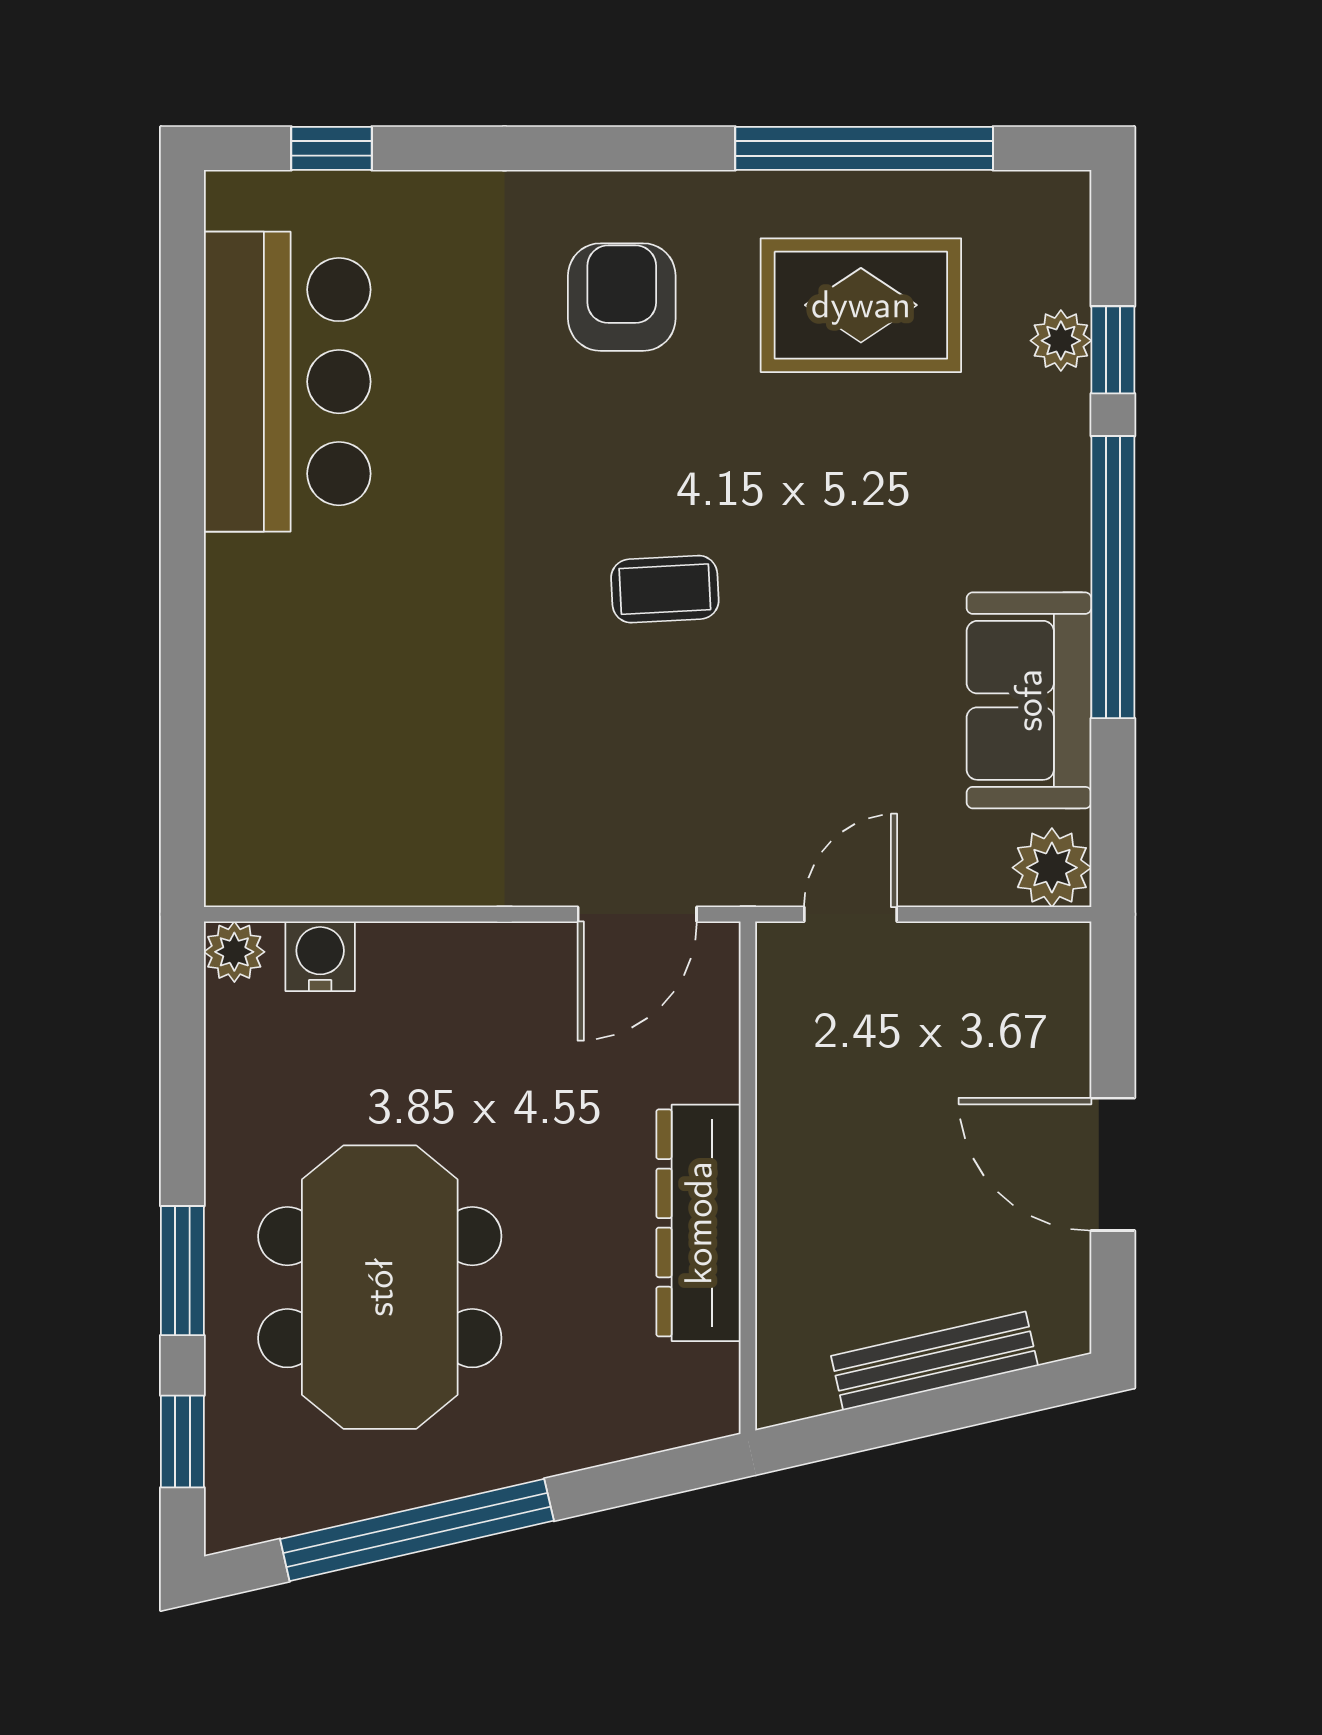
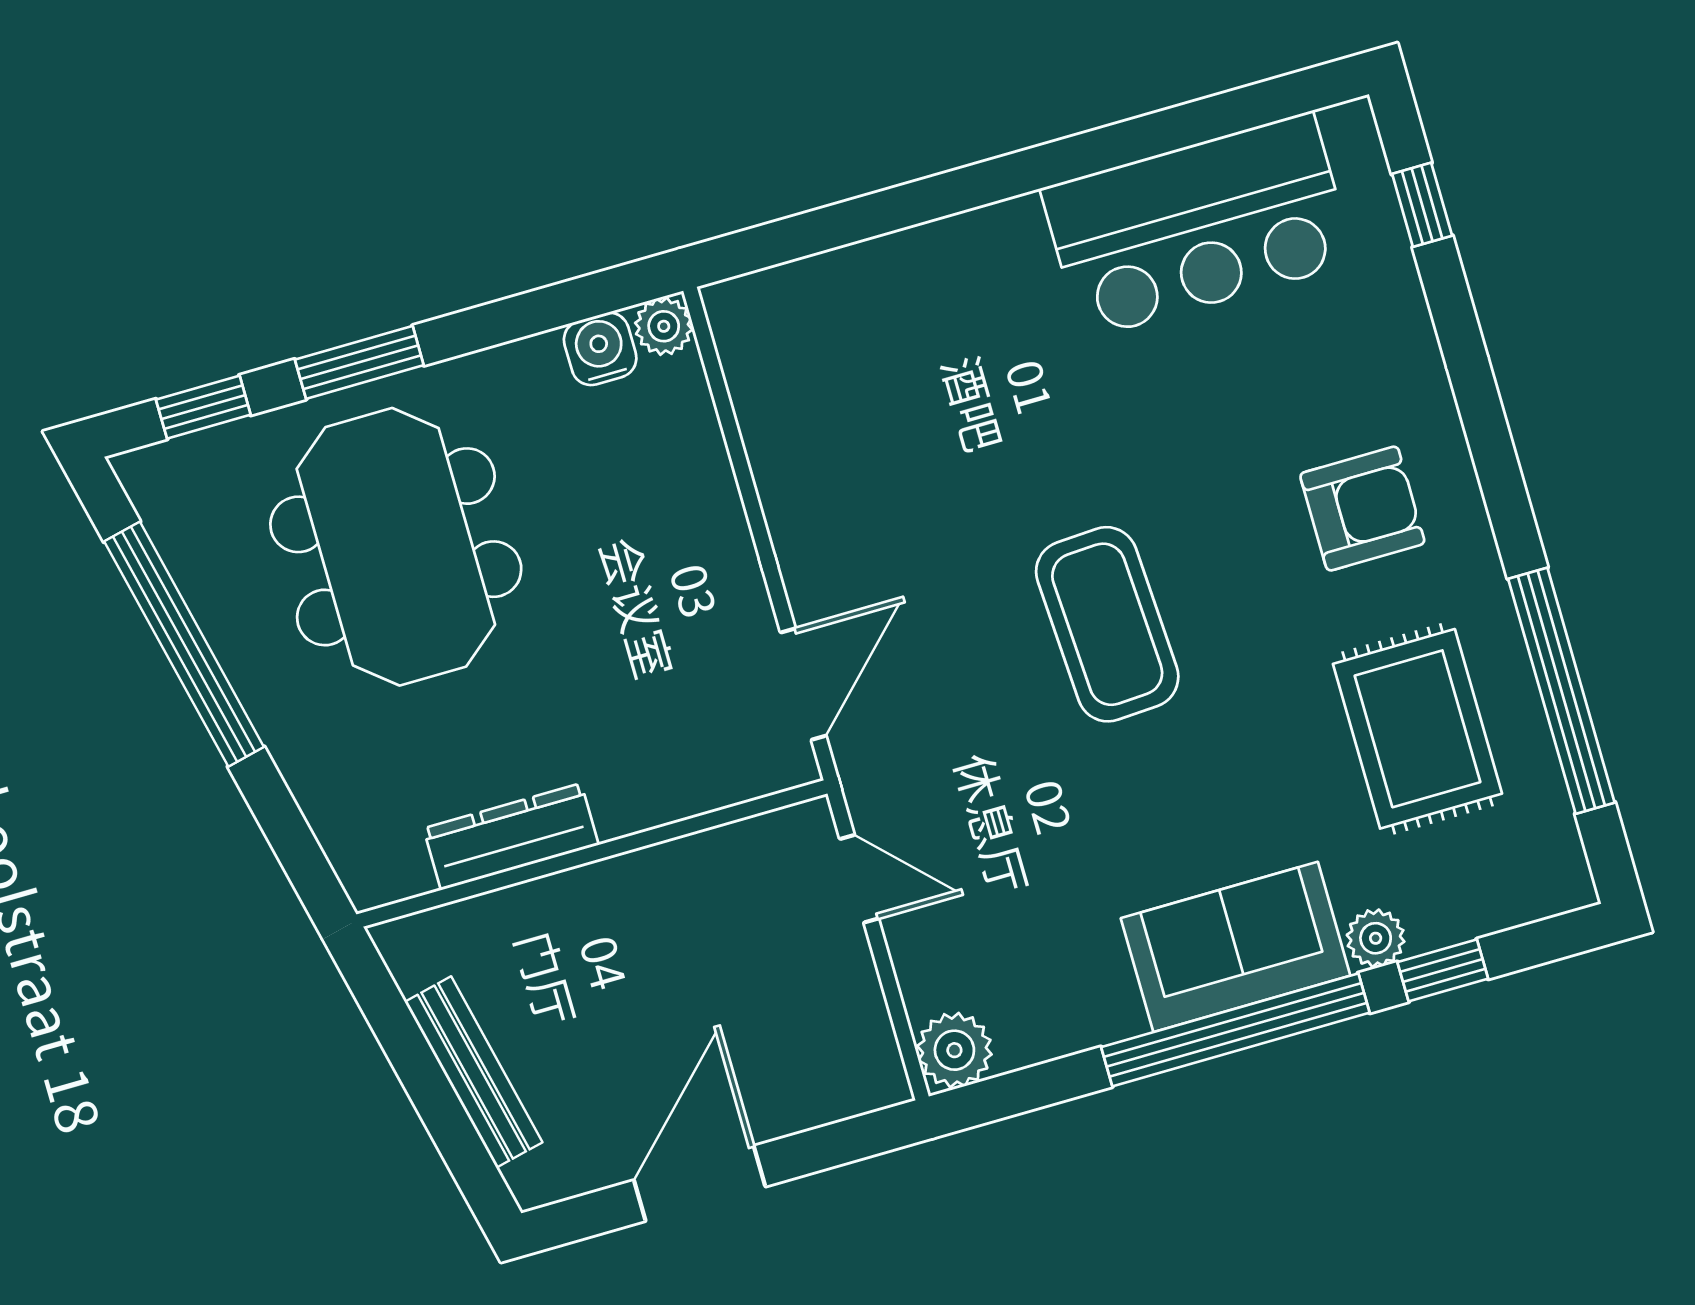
plant: (1061, 341) -> (1376, 938), moved
coffee table: (665, 589) -> (1107, 624), width x1.86, depth x1.72
sofa: (1029, 700) -> (1236, 947), moved
door: (637, 914) -> (803, 684), swing flipped
water cooler: (320, 956) -> (600, 349), moved, turned -90
dresser: (699, 1223) -> (511, 837), width x0.73, depth x0.80
meeting table: (380, 1287) -> (396, 547), turned 90

